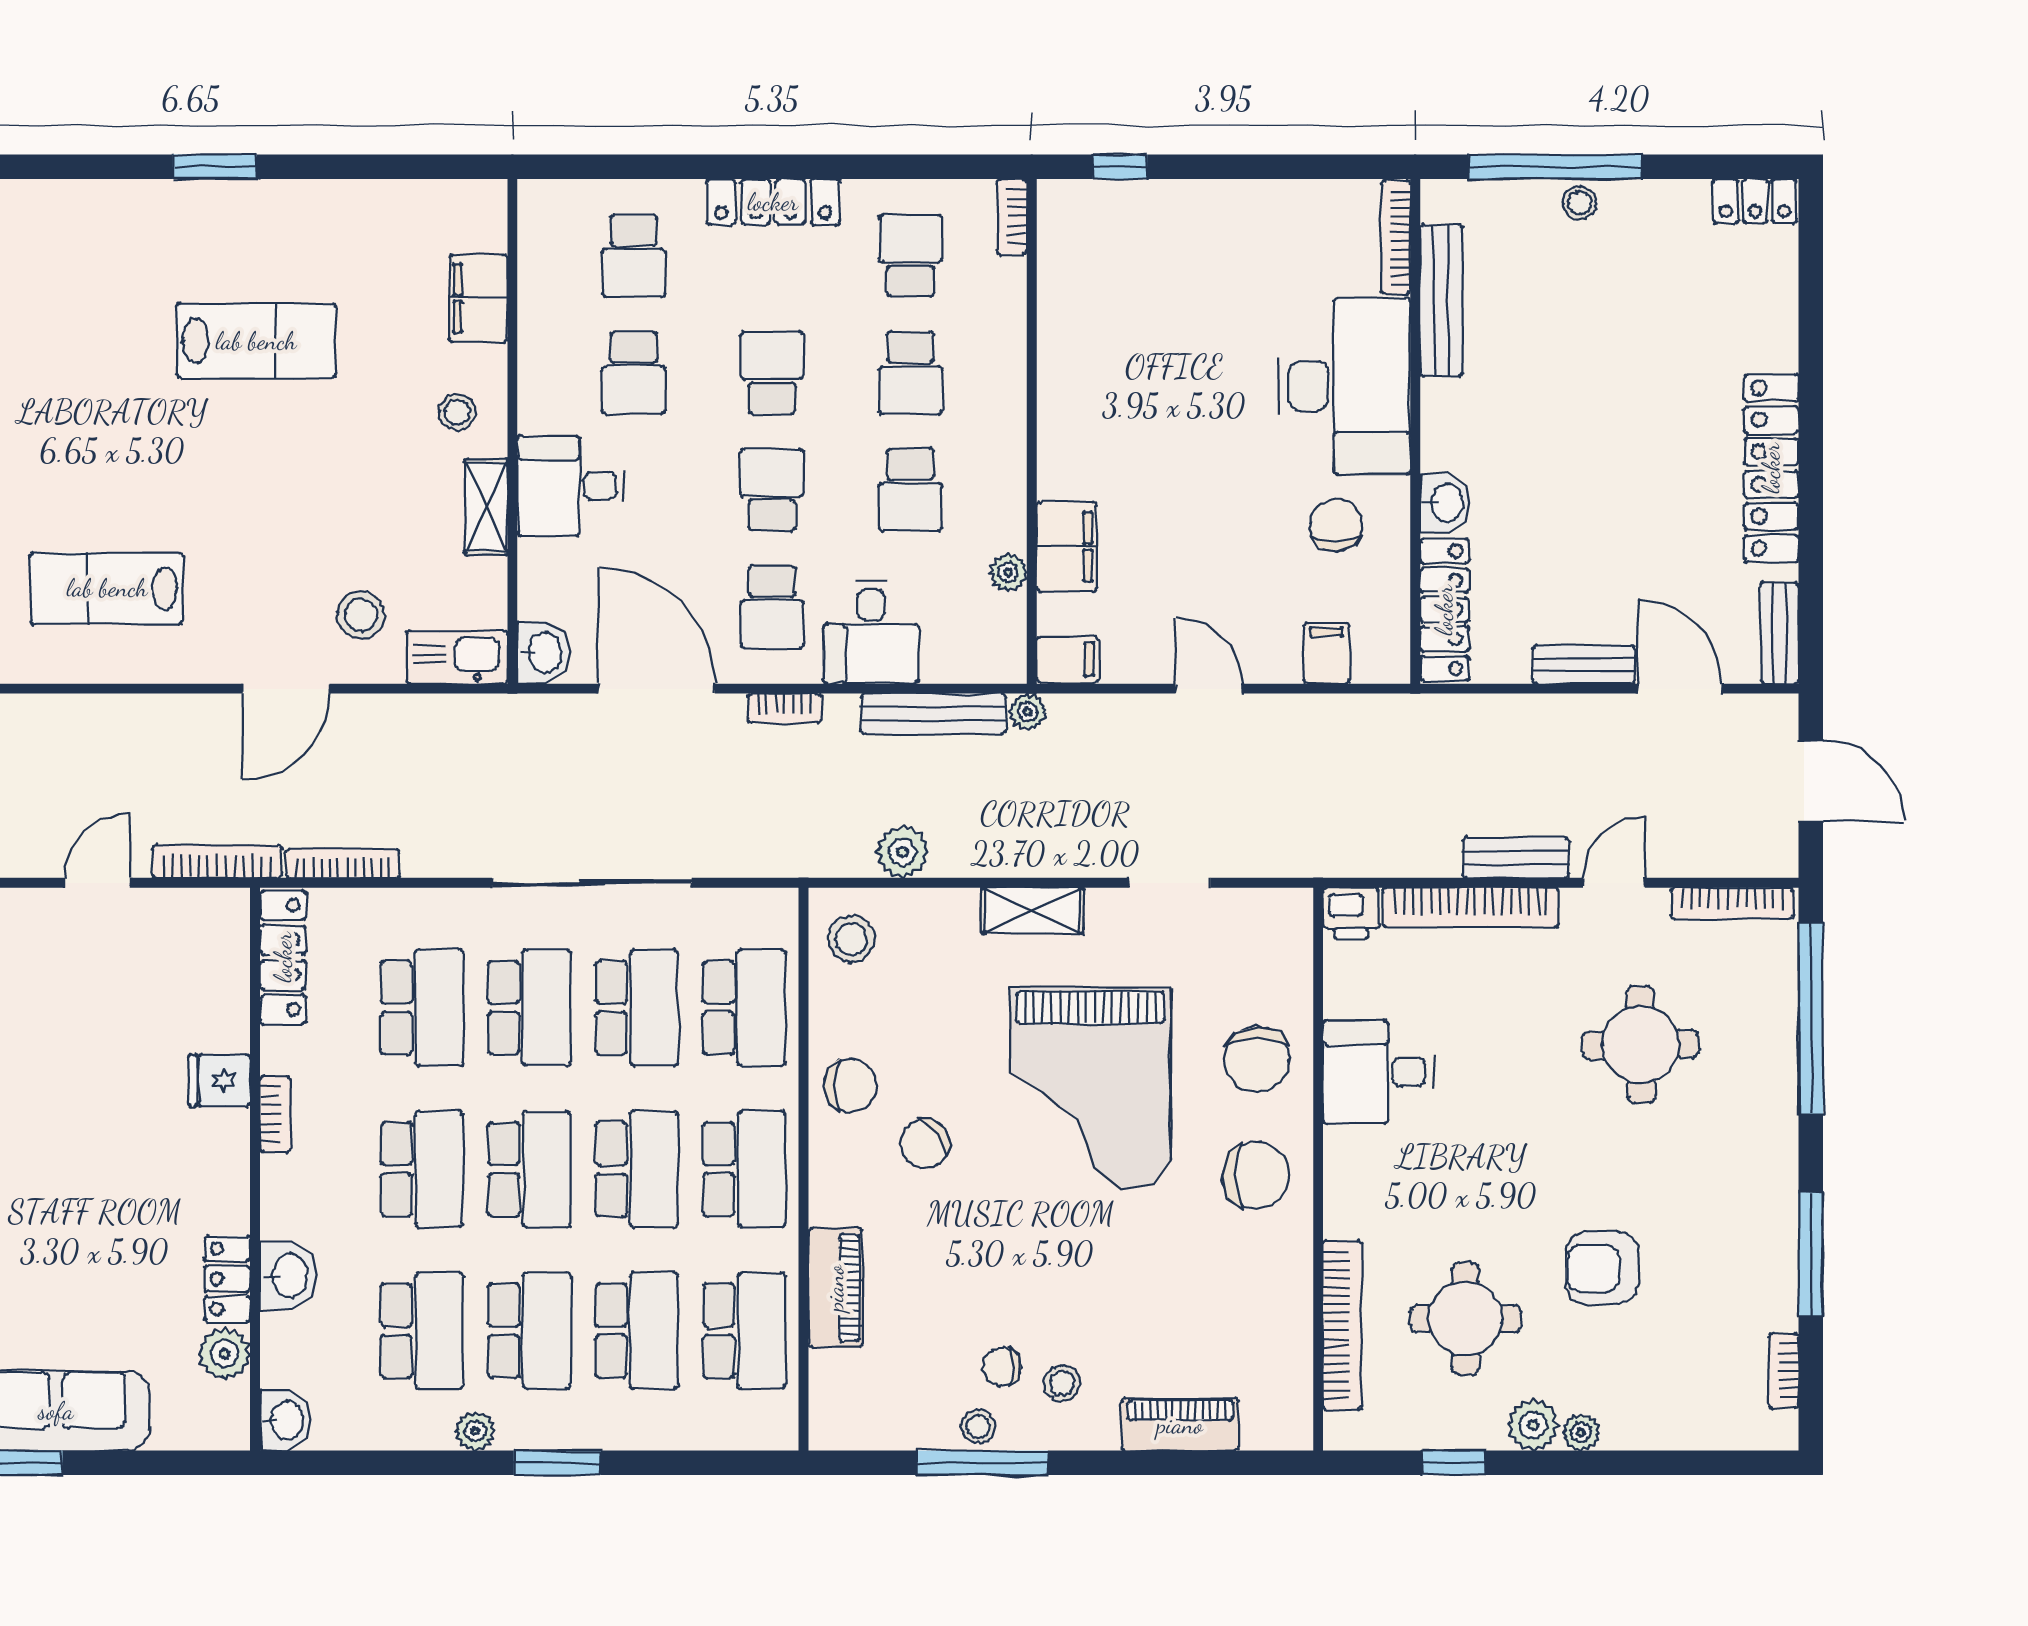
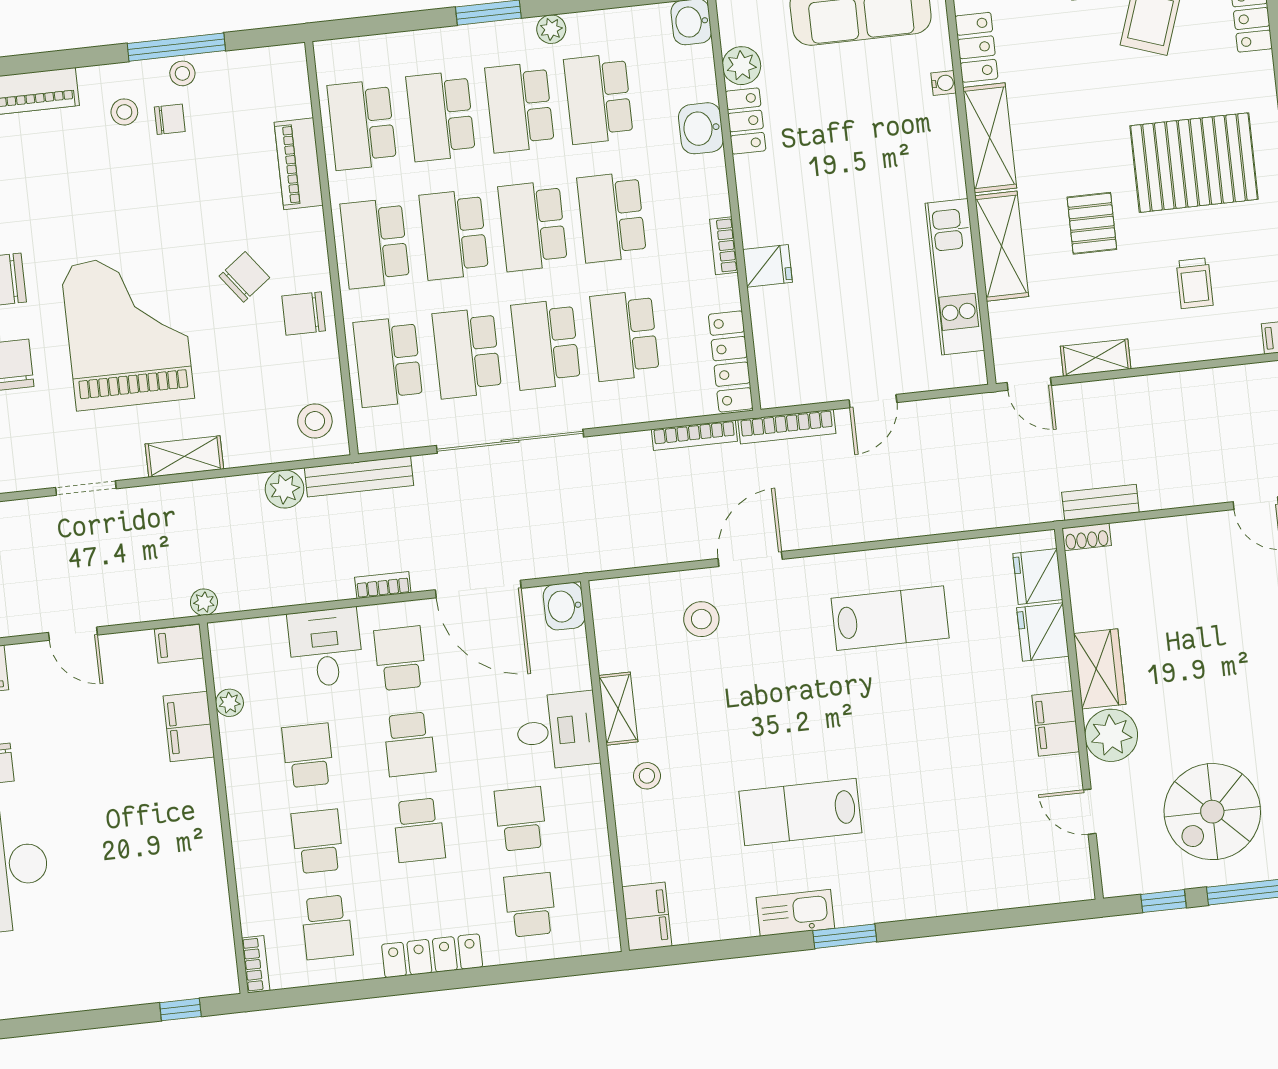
filing cabinet: (478, 298) -> (647, 916), moved
kitchen sink: (457, 657) -> (795, 913), moved, turned 180
bench: (933, 714) -> (359, 477), moved

